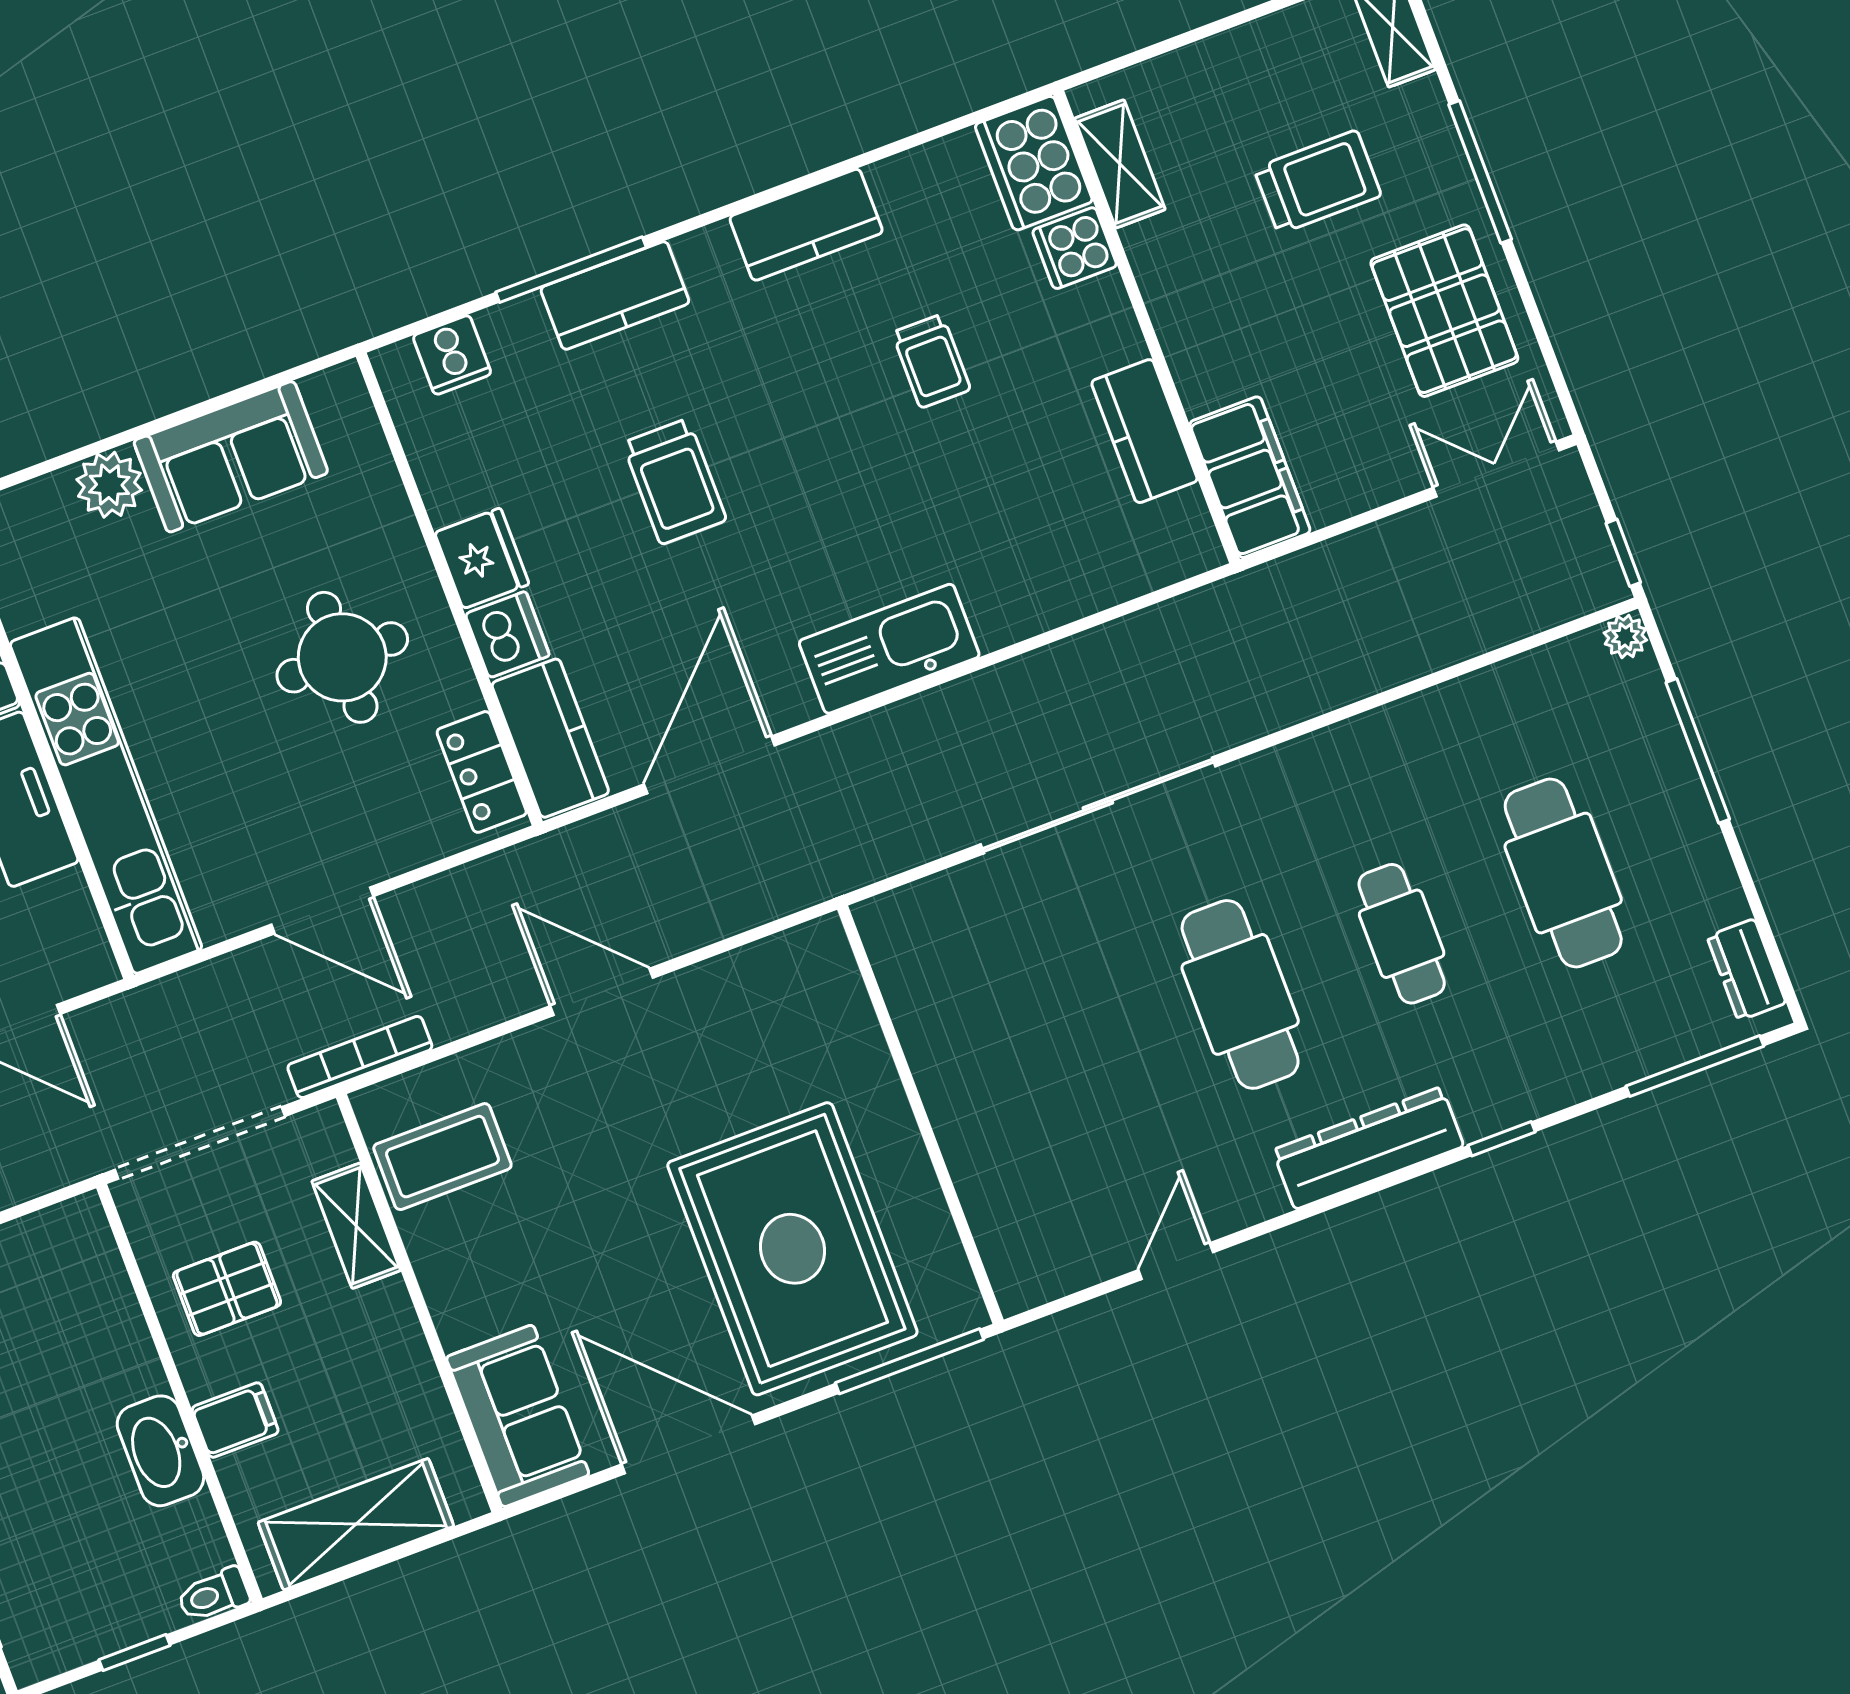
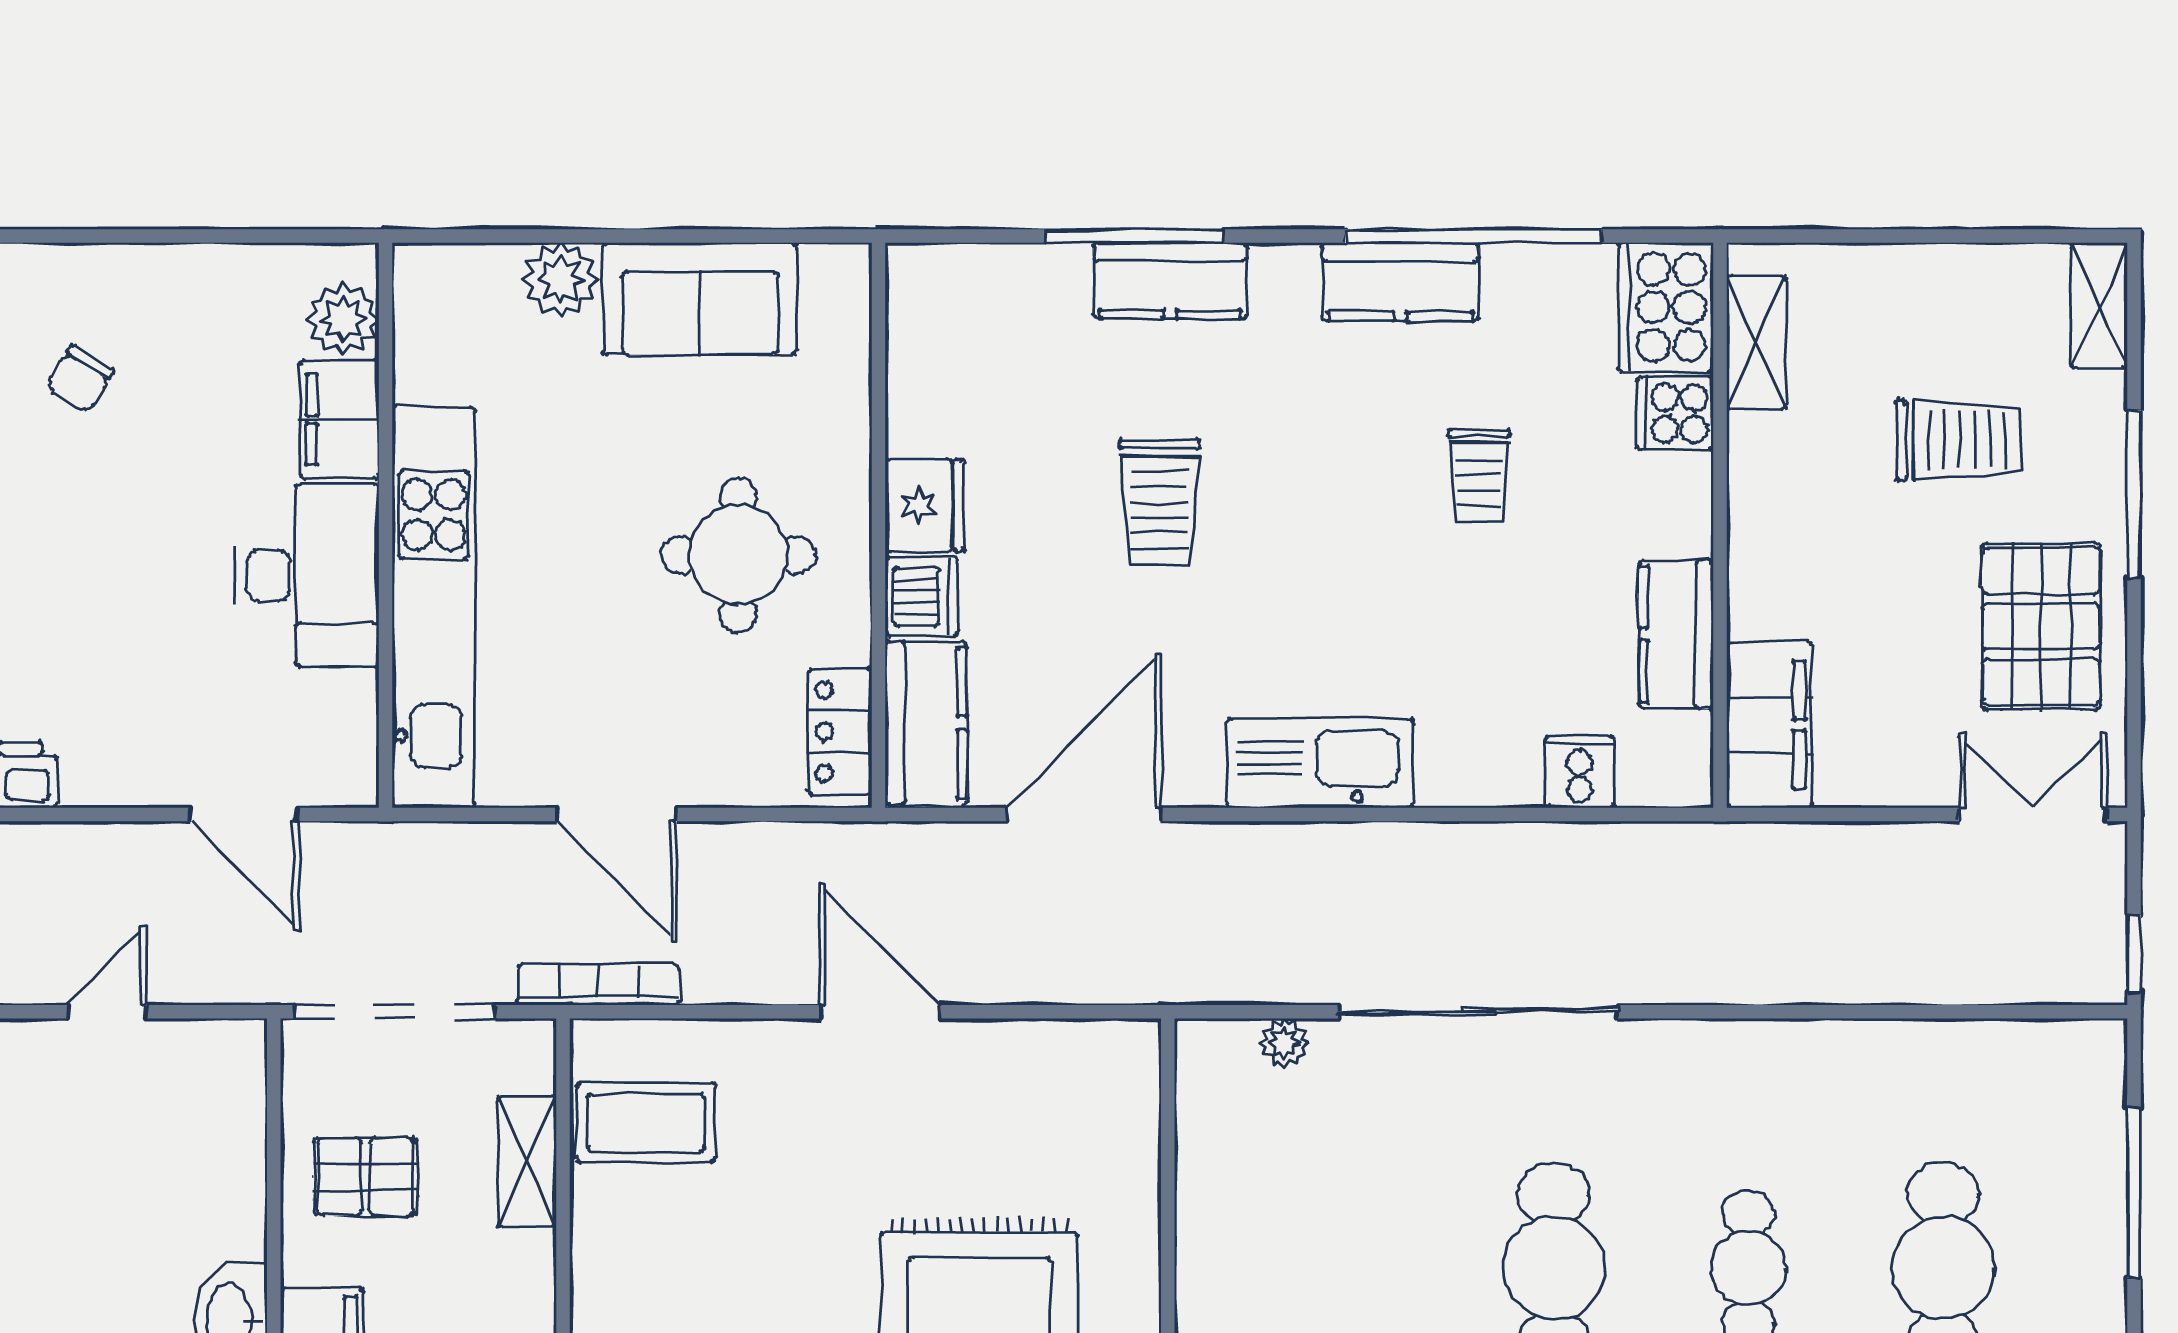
window: (852, 164) -> (1473, 236), added
cooker: (452, 355) -> (1580, 772), moved, turned 180
plant: (1625, 637) -> (1284, 1043), moved

